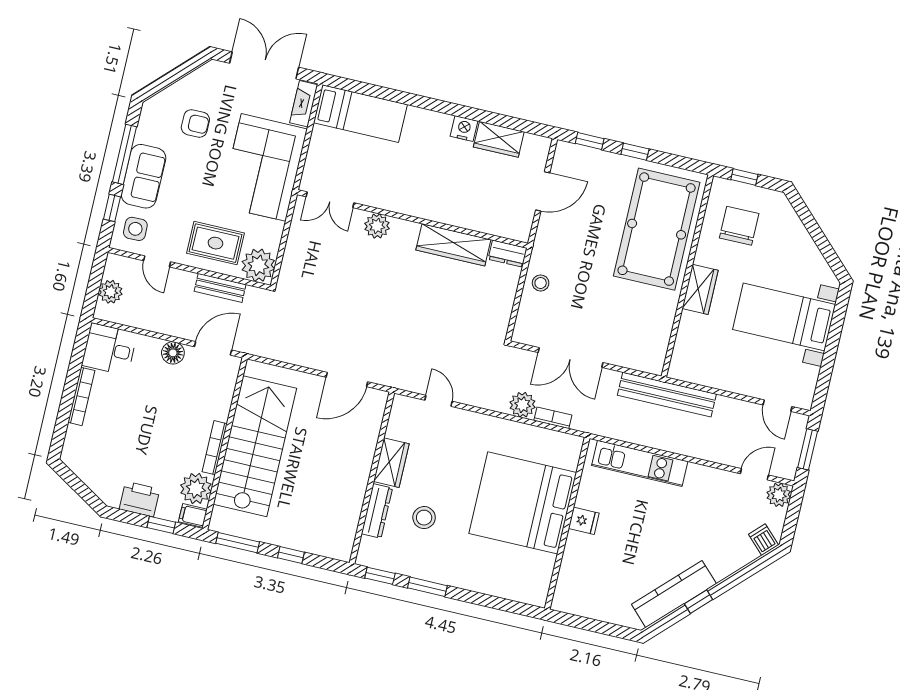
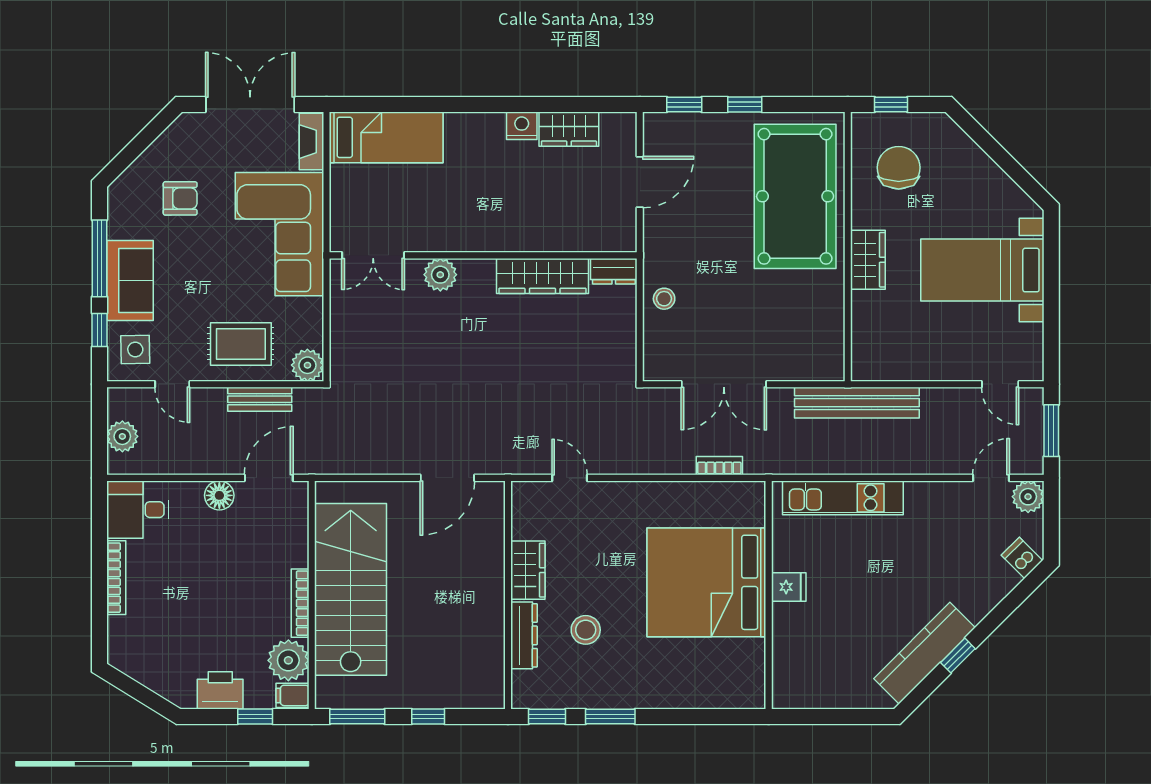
plant: (258, 265) -> (307, 365), width x0.73, depth x0.73
plant: (522, 405) -> (677, 458), removed

